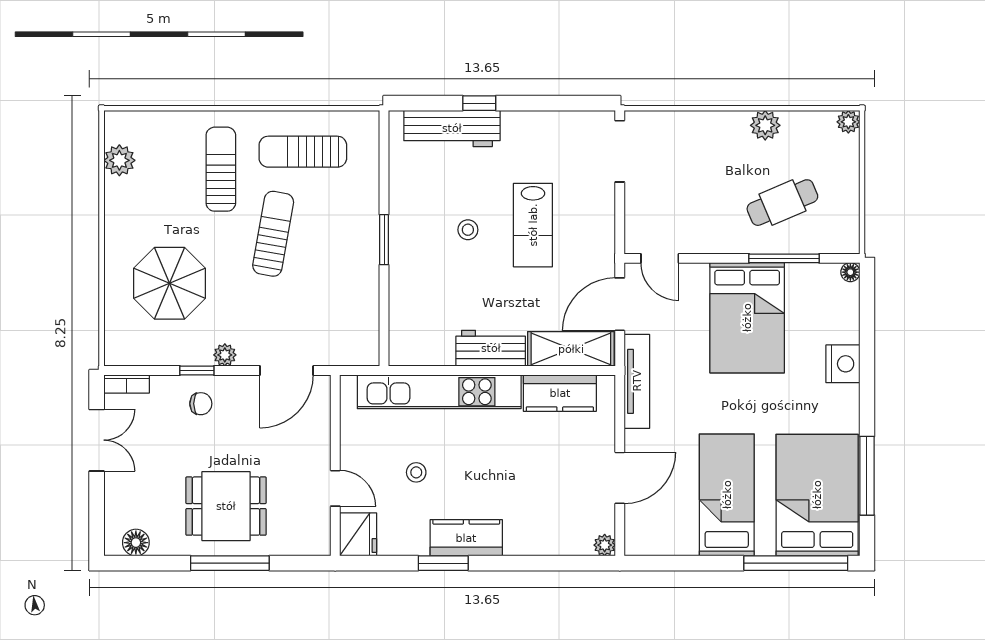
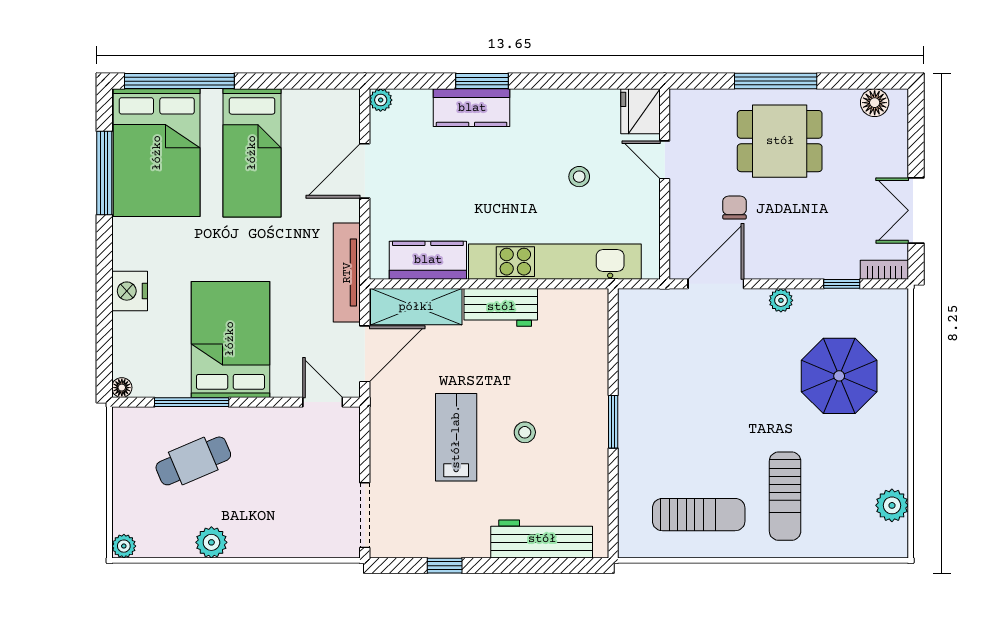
window: (479, 103) -> (445, 566), moved
sun lounger: (273, 234) -> (730, 428), removed
window: (197, 371) -> (842, 284), moved
chair: (201, 404) -> (734, 208), moved, turned 90
kitchen counter: (466, 538) -> (472, 108), moved
window: (443, 563) -> (482, 81), moved

